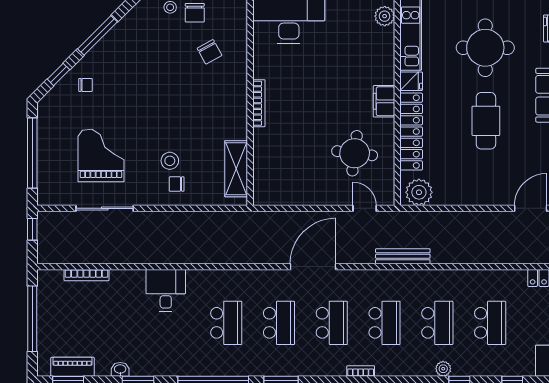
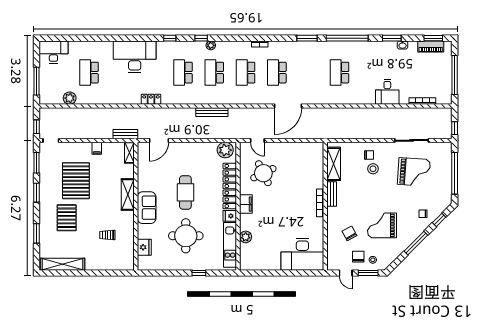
plant: (385, 16) -> (246, 237), moved
grand piano: (154, 65) -> (382, 225), added
bench: (240, 118) -> (332, 194), added
round table: (355, 153) -> (263, 173), turned -33
grand piano: (101, 155) -> (414, 172), turned -86
bench: (403, 256) -> (212, 112), moved
desk: (166, 290) -> (387, 92), moved
school desk: (279, 323) -> (308, 73), removed

